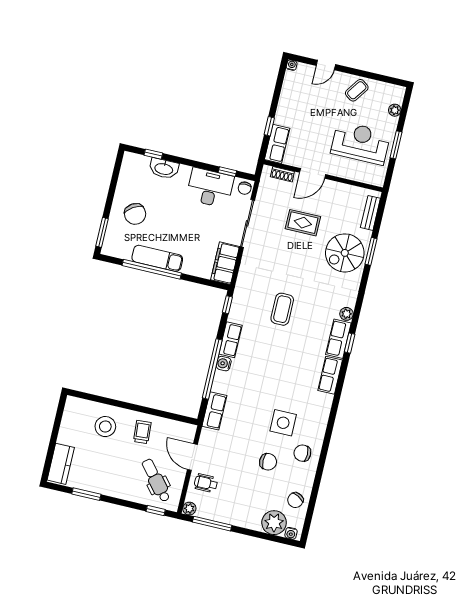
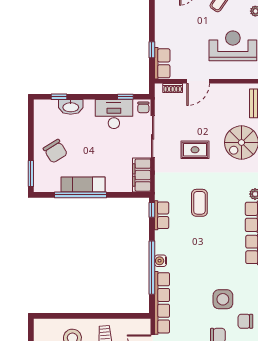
rug: (303, 223) -> (195, 150), moved
row of seats: (231, 340) -> (162, 215), moved
row of seats: (214, 411) -> (162, 303), width x2.02

